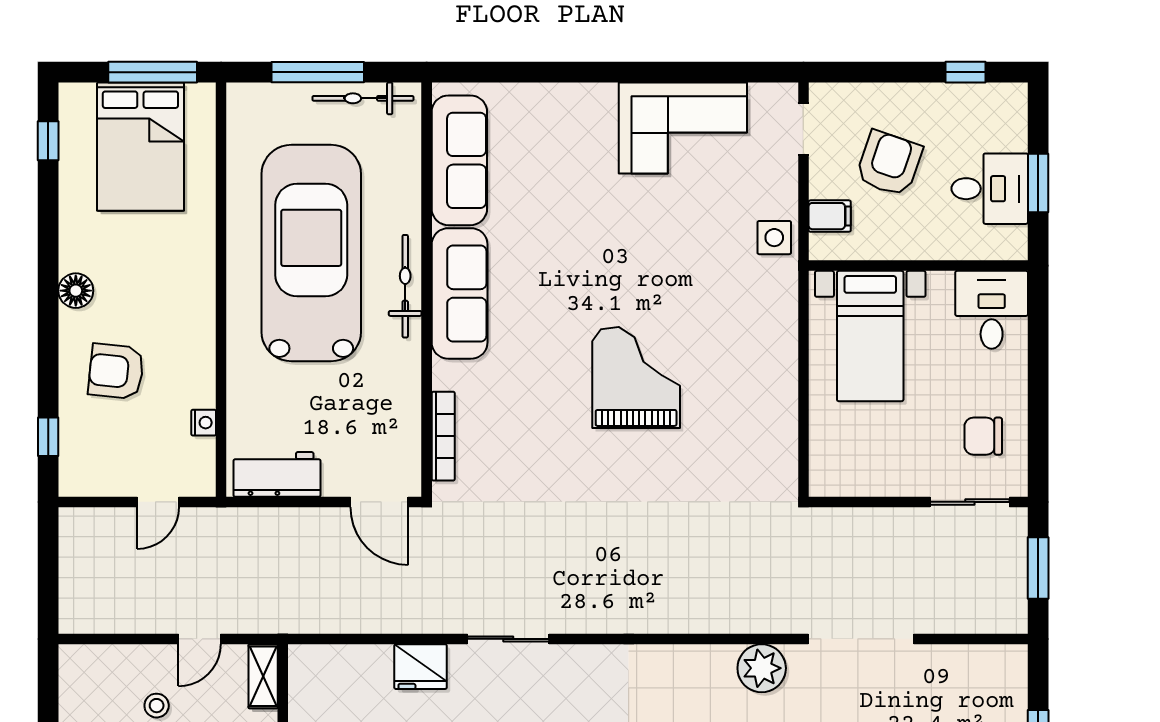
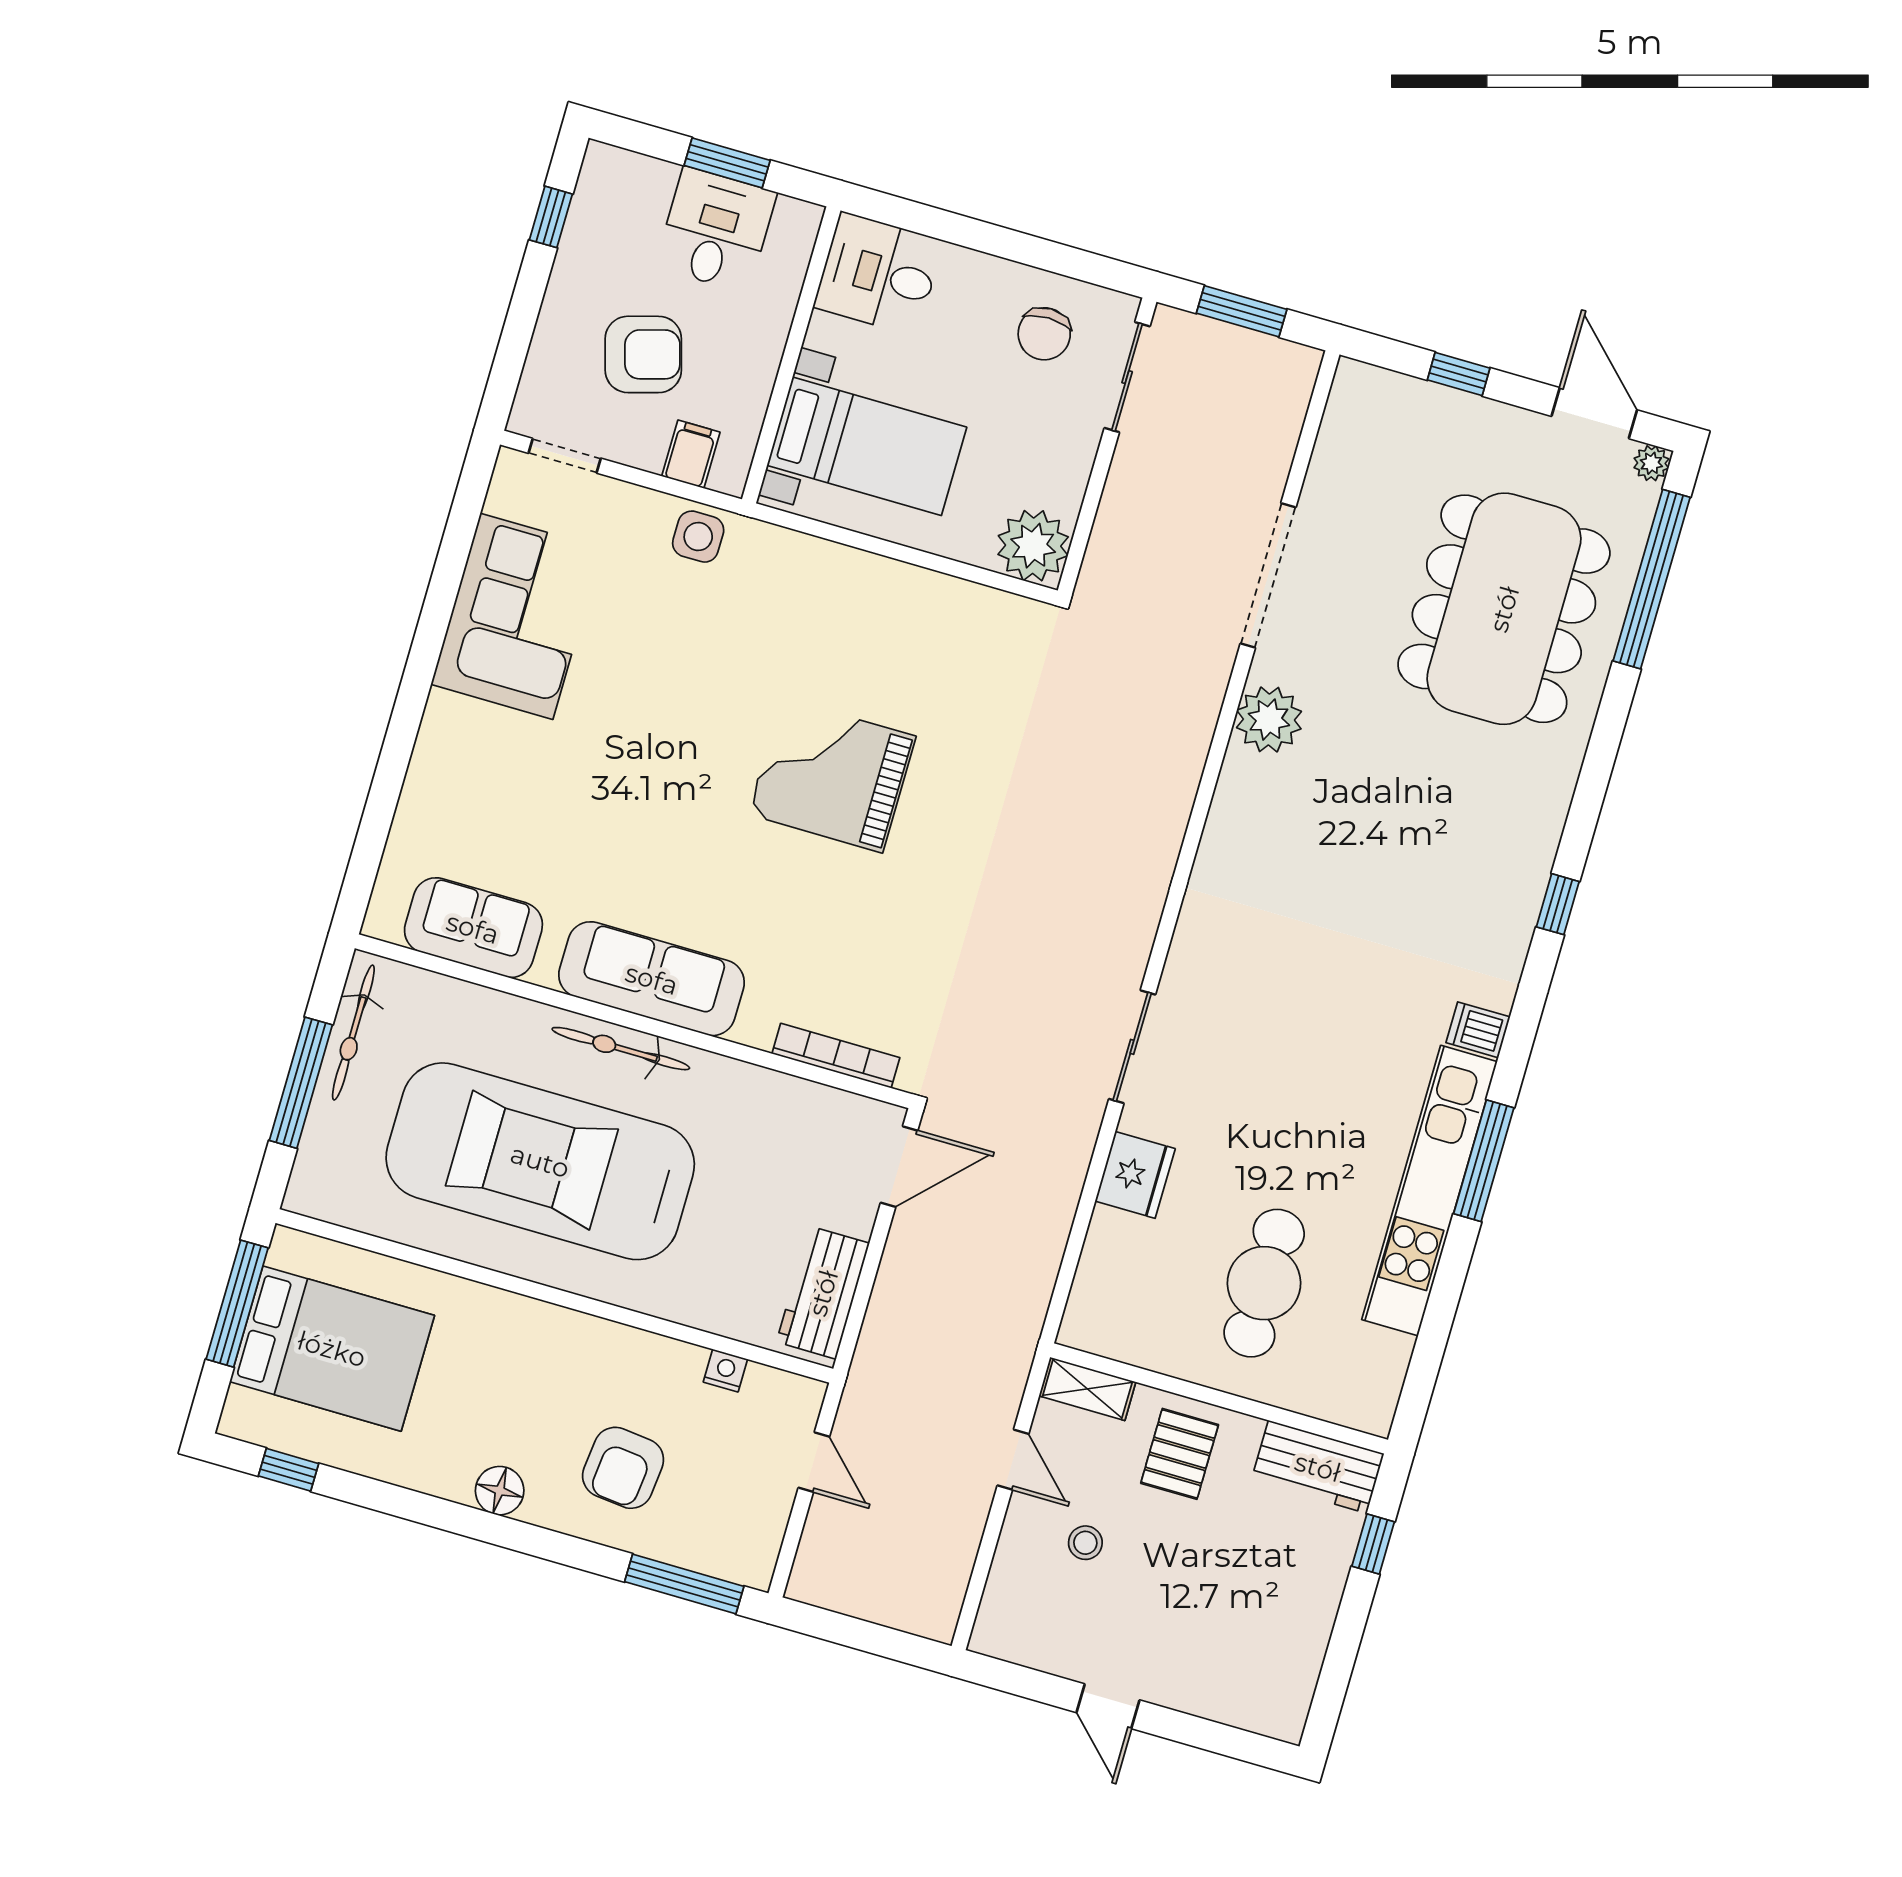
sofa: (459, 160) -> (473, 928), width x0.73
armchair: (889, 163) -> (643, 354), turned 145
window: (48, 437) -> (684, 1584), width x2.17
plant: (835, 471) -> (1033, 546), added

